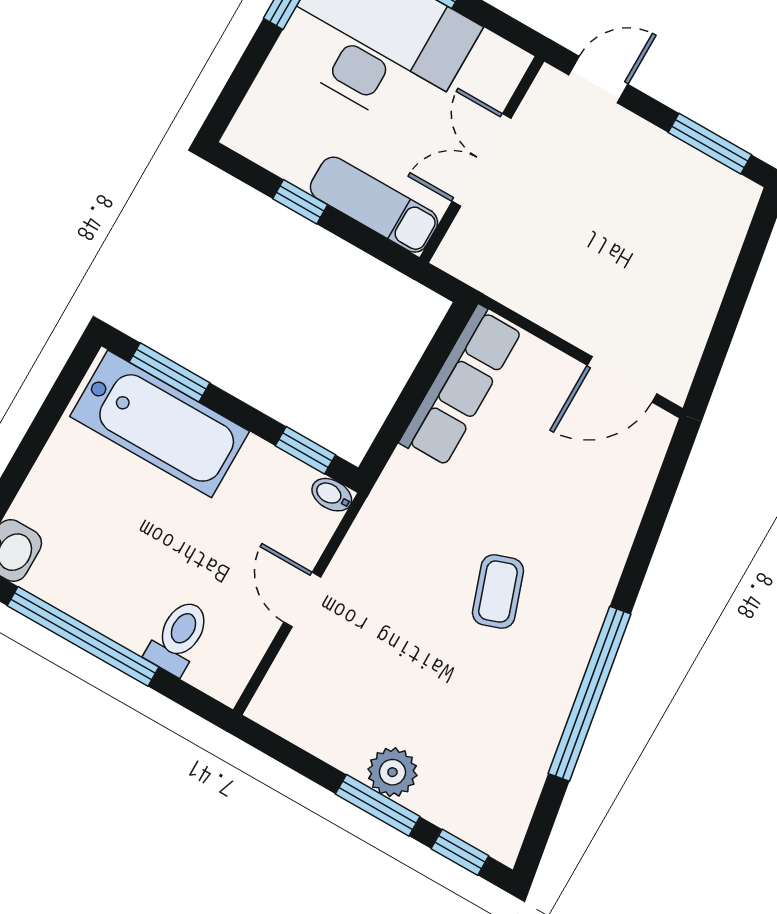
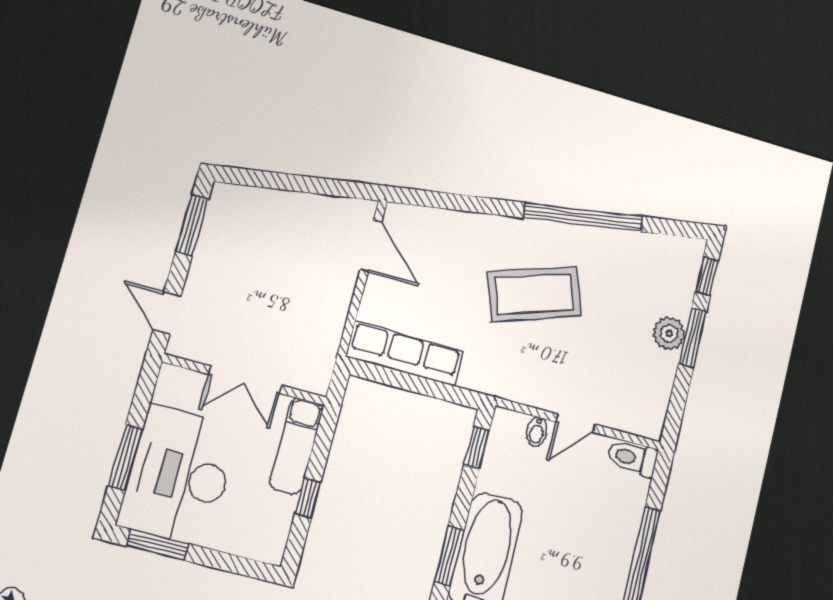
bidet: (332, 495) -> (537, 432), moved
coffee table: (498, 592) -> (534, 294), width x1.86, depth x1.72
toilet: (179, 637) -> (632, 458), moved

